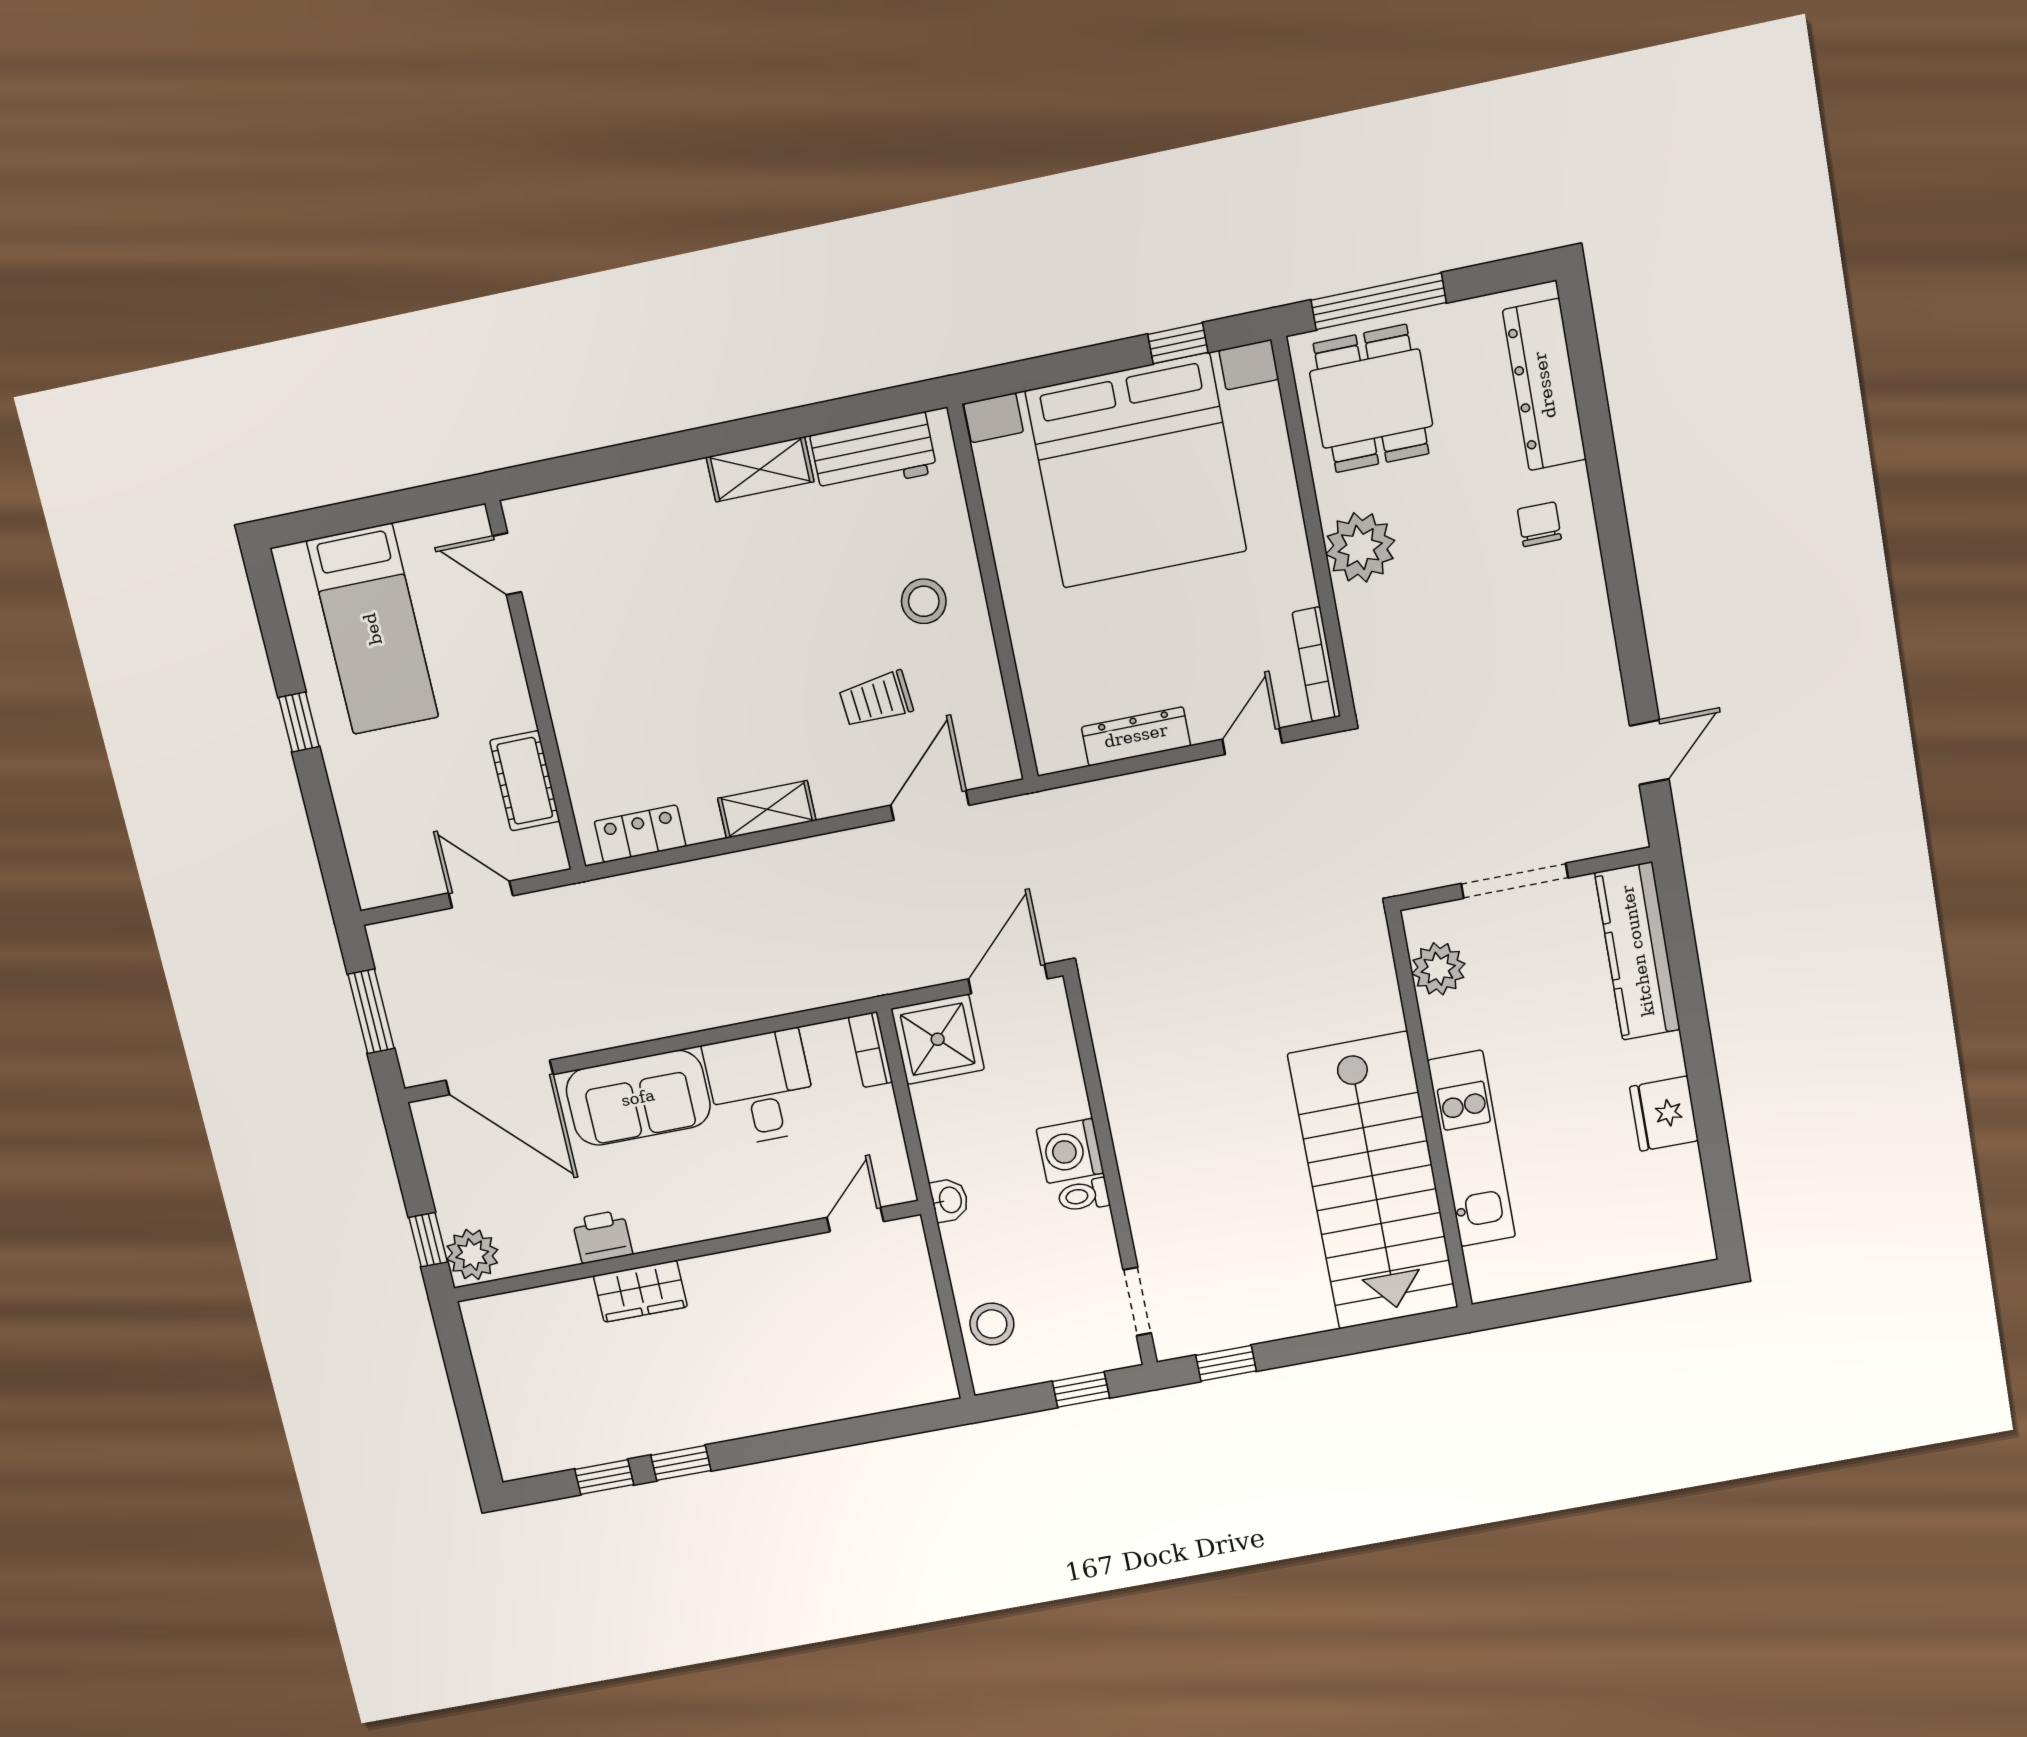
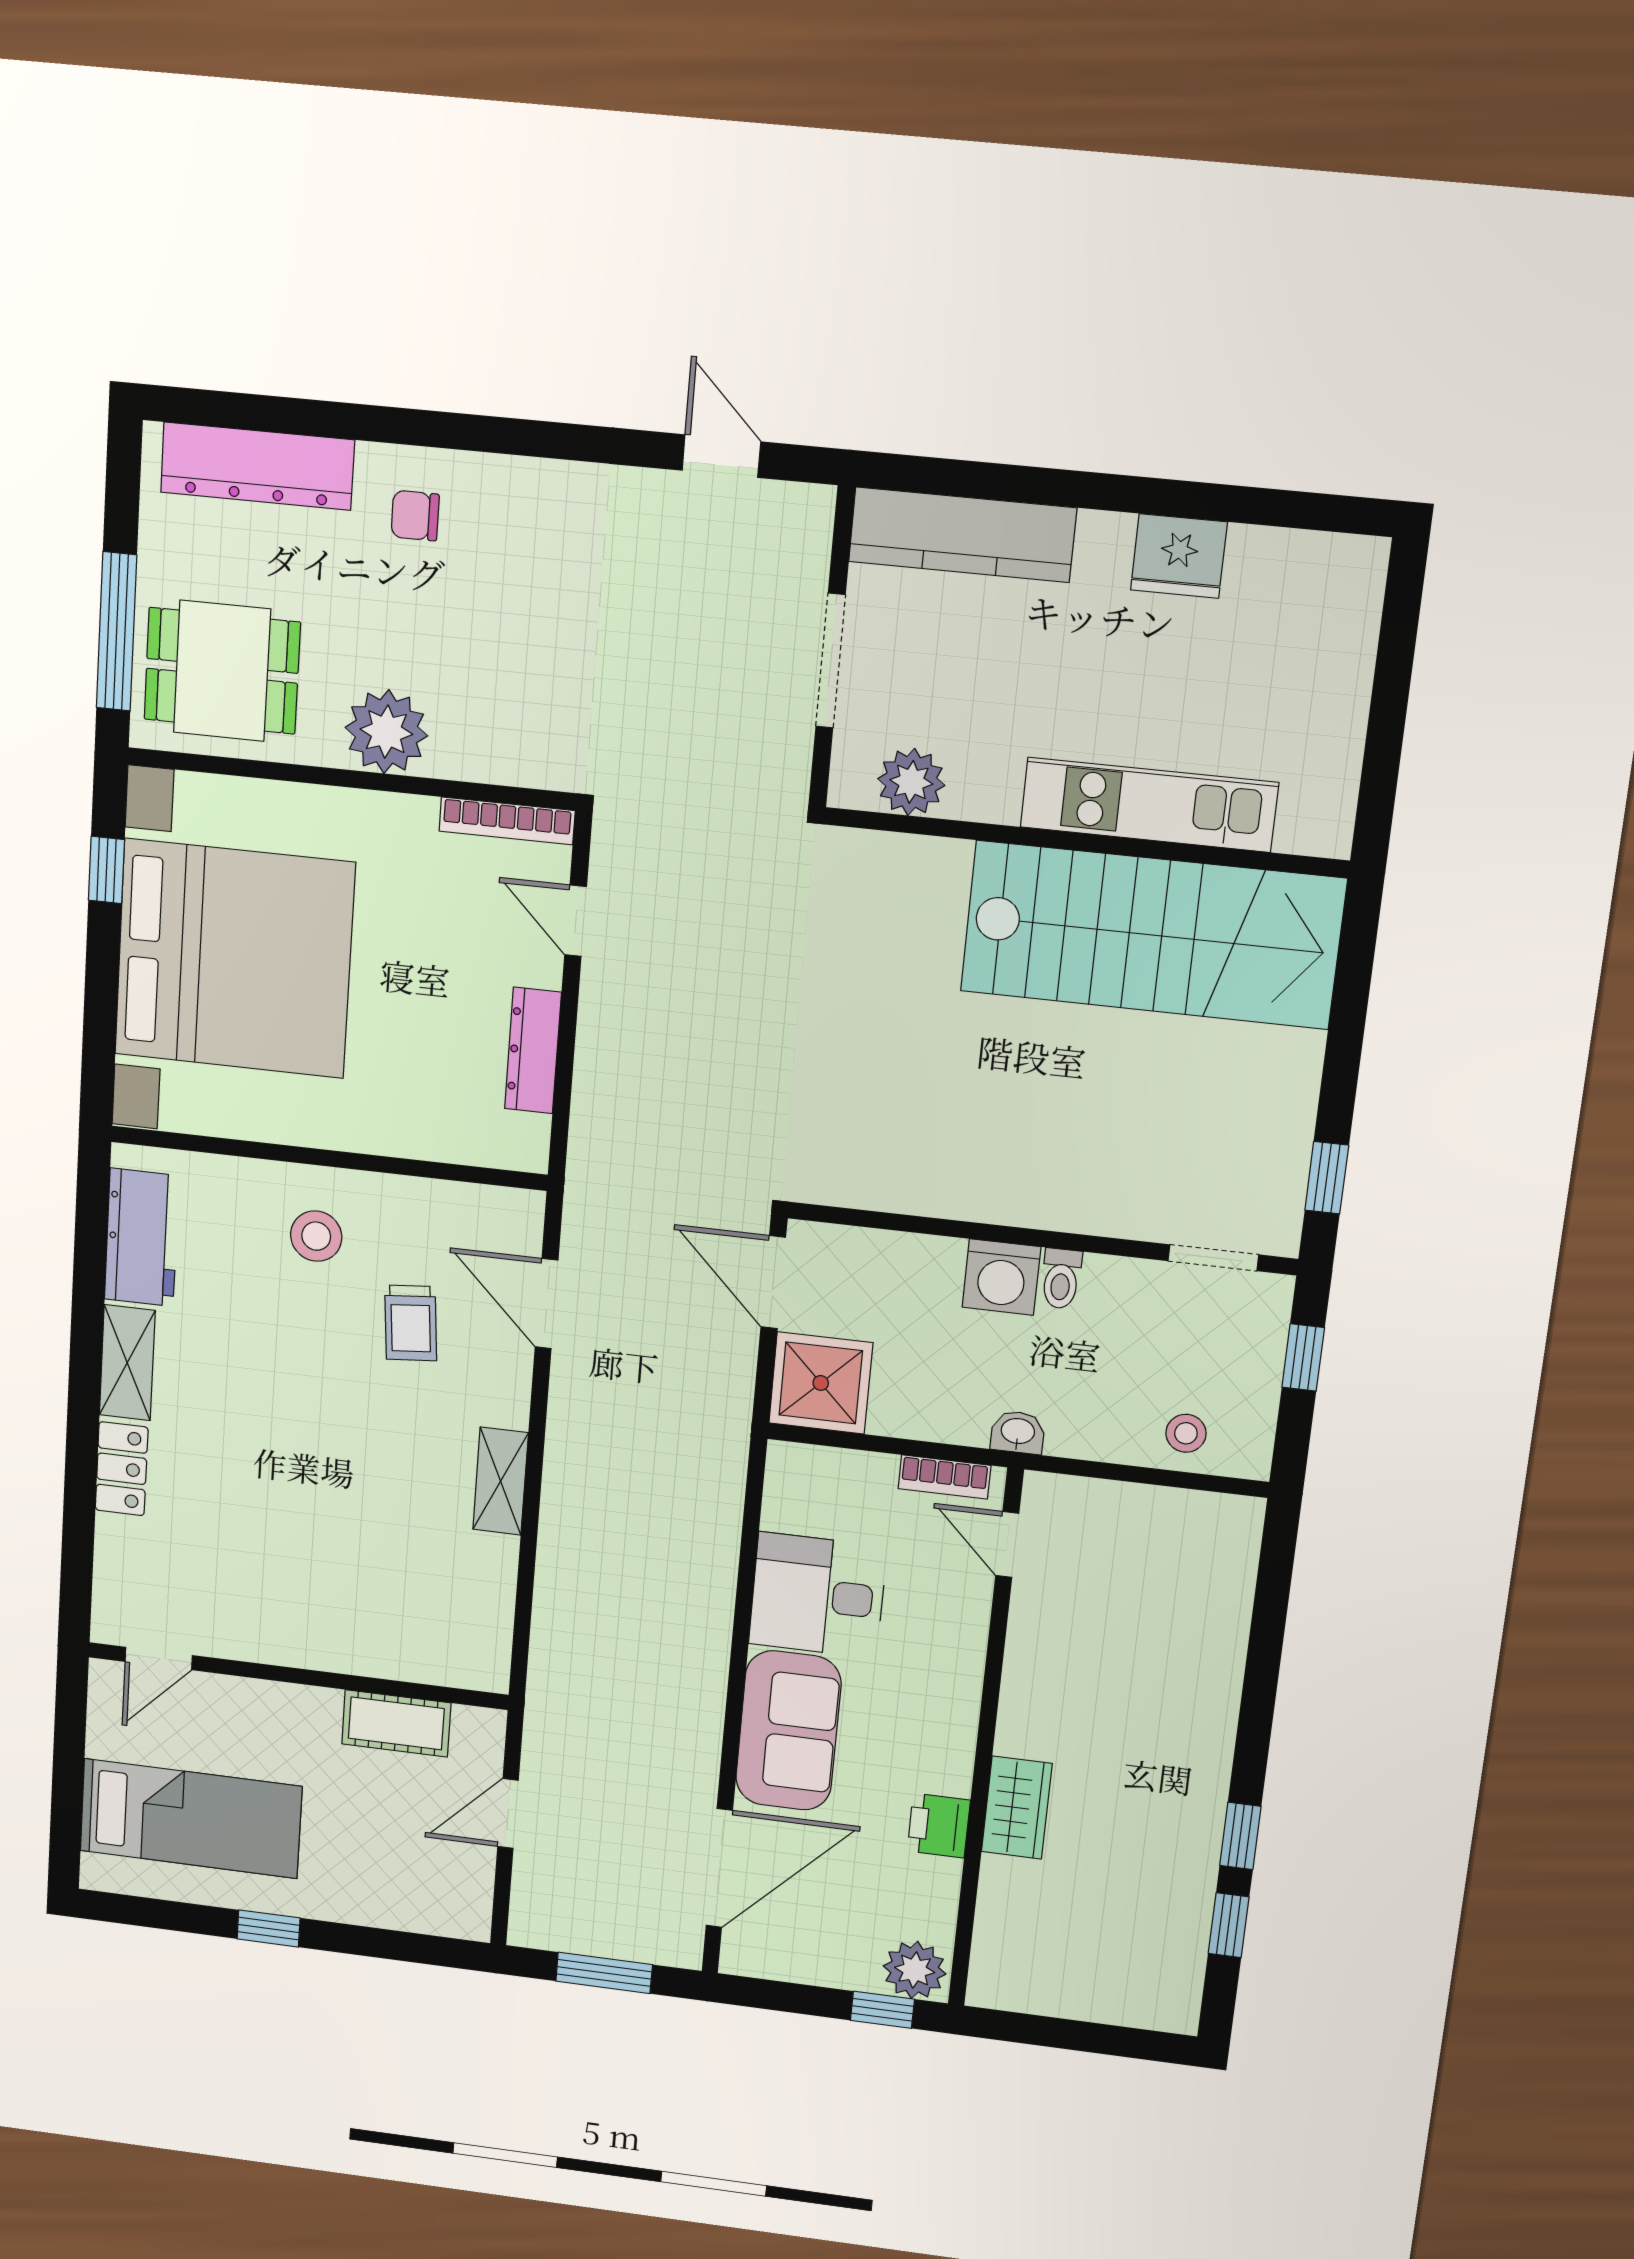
locker: (640, 834) -> (122, 1469), moved, turned 180
bookcase: (870, 1050) -> (944, 1477), moved
stool: (992, 1324) -> (1186, 1433), width x0.73, depth x0.73

